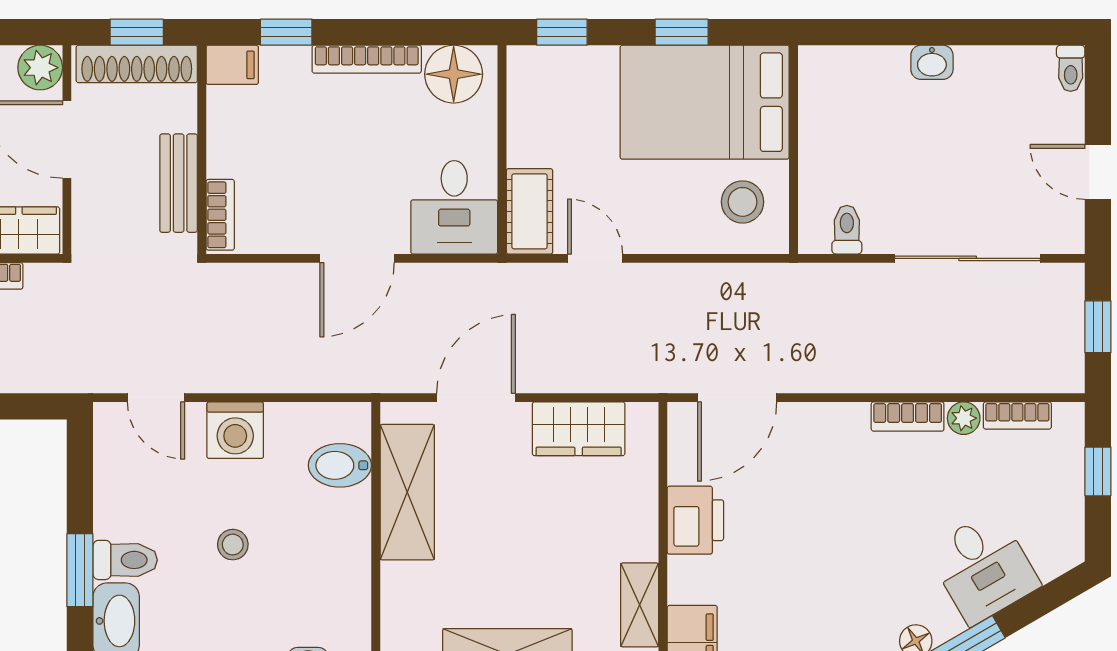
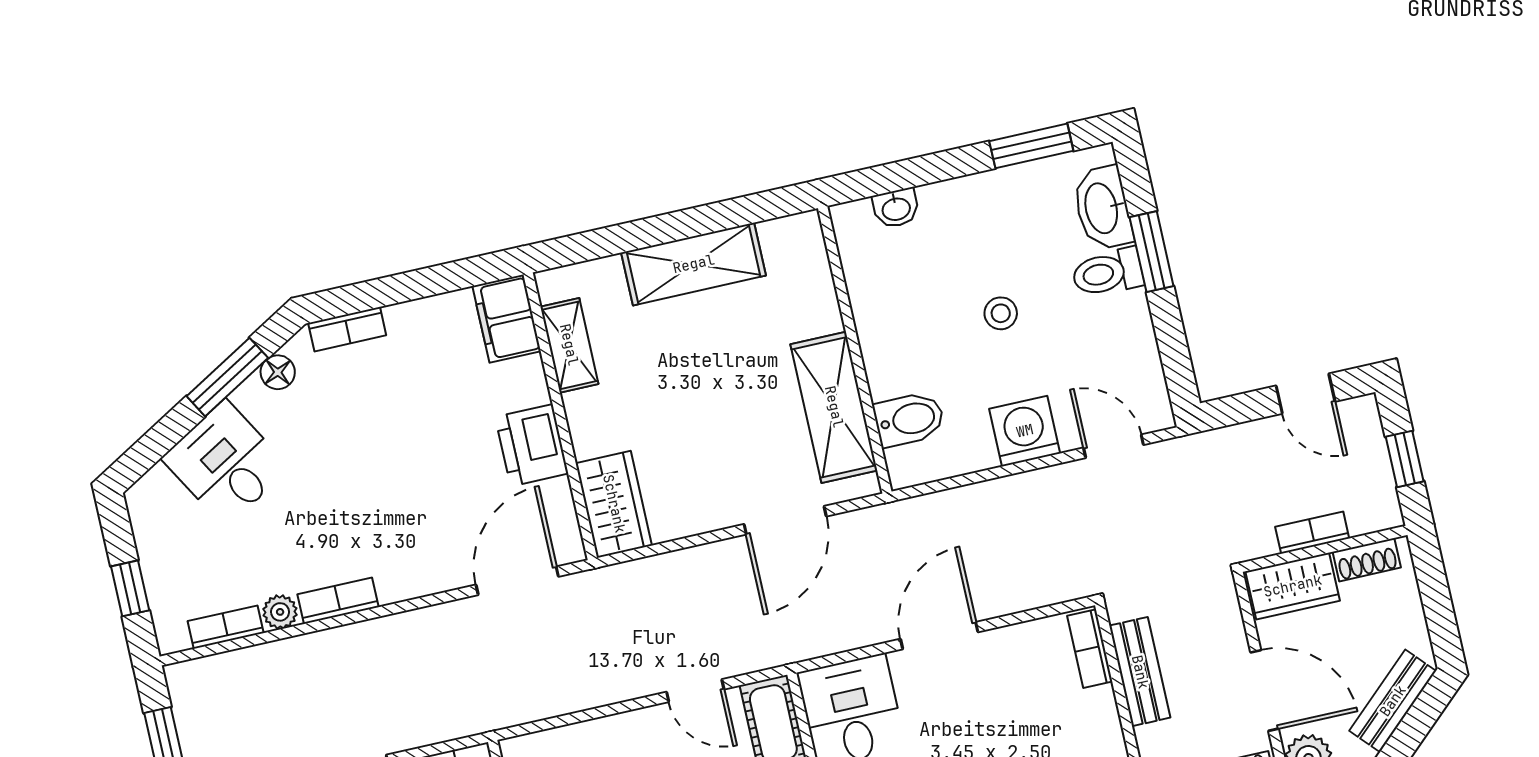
wardrobe: (579, 429) -> (614, 504), moved, turned 90

